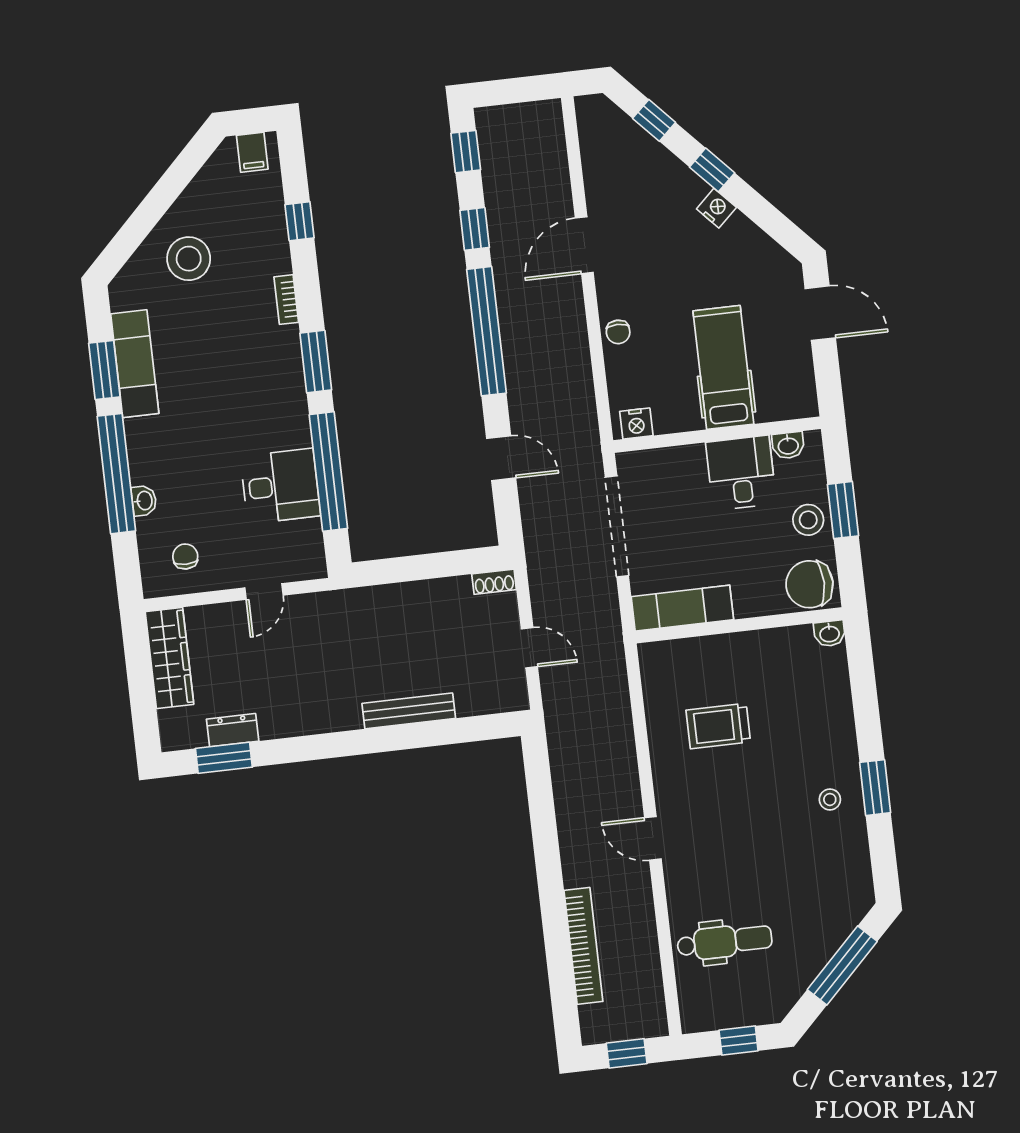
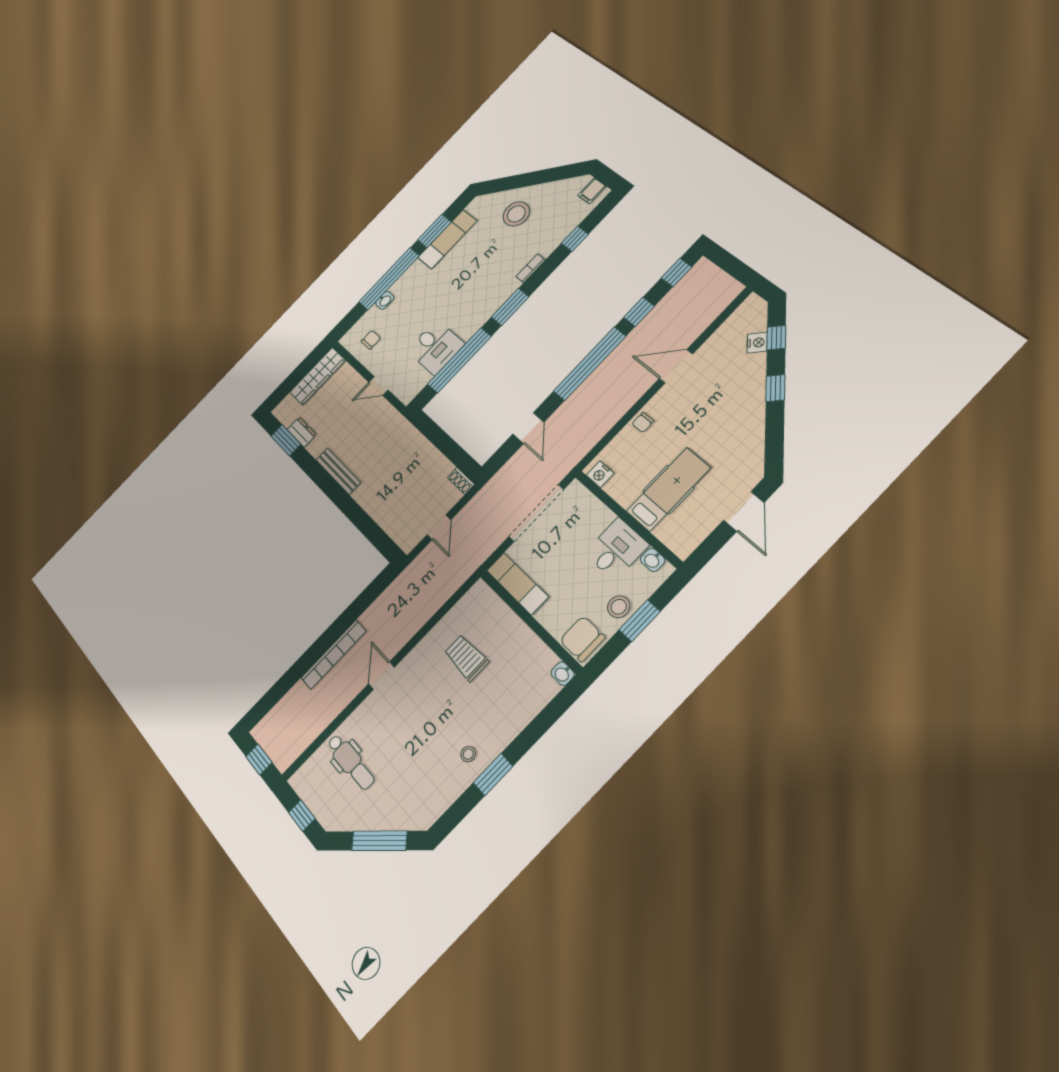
nightstand: (716, 208) -> (757, 343), moved
bench: (409, 711) -> (338, 471), moved
bookcase: (583, 946) -> (334, 654), moved

